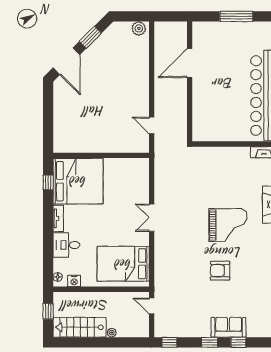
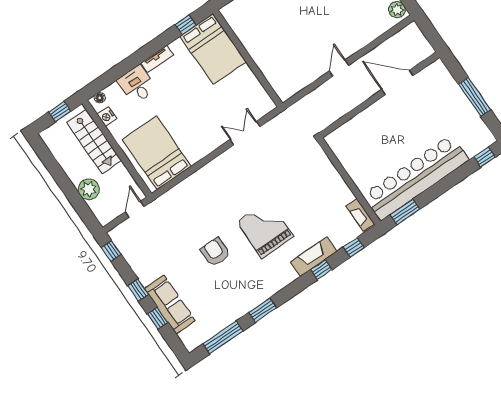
door: (152, 125) -> (339, 68), moved
bed: (78, 181) -> (213, 49), width x0.73
double door: (152, 218) -> (245, 133), moved
grand piano: (228, 225) -> (265, 229), turned 180
stairs: (80, 327) -> (94, 142), moved, turned 180
sofa: (229, 327) -> (170, 305), width x1.36
plant: (112, 333) -> (89, 189), width x1.88, depth x1.88

